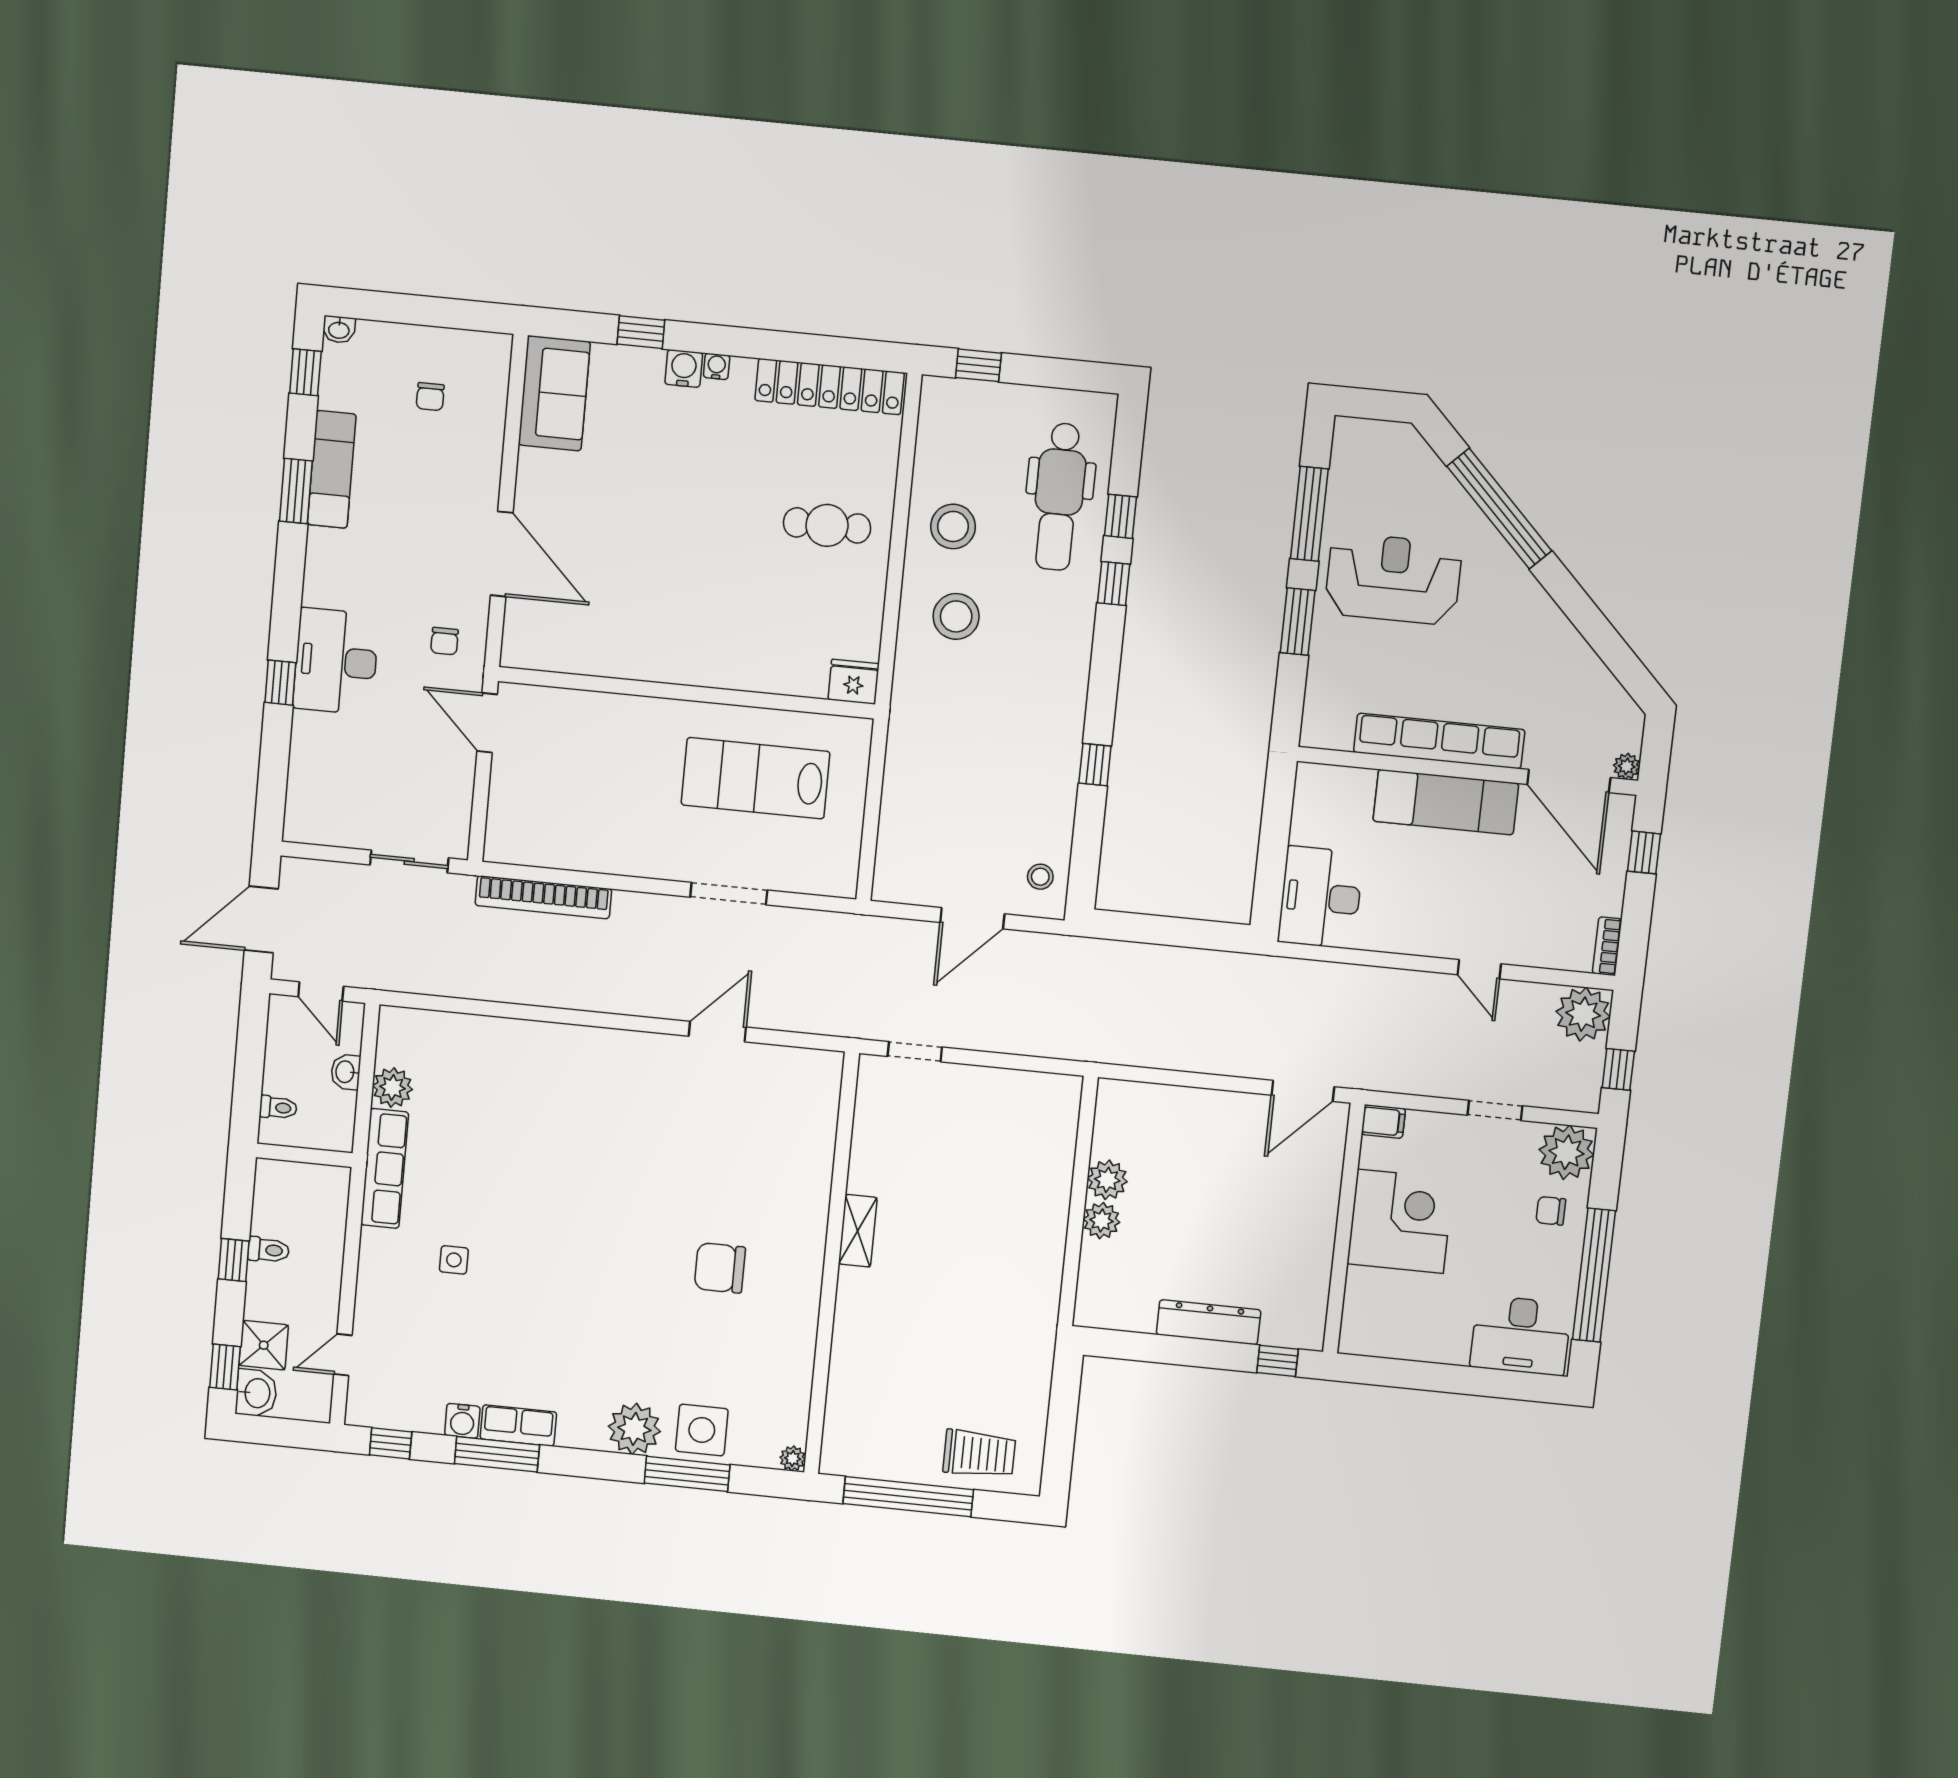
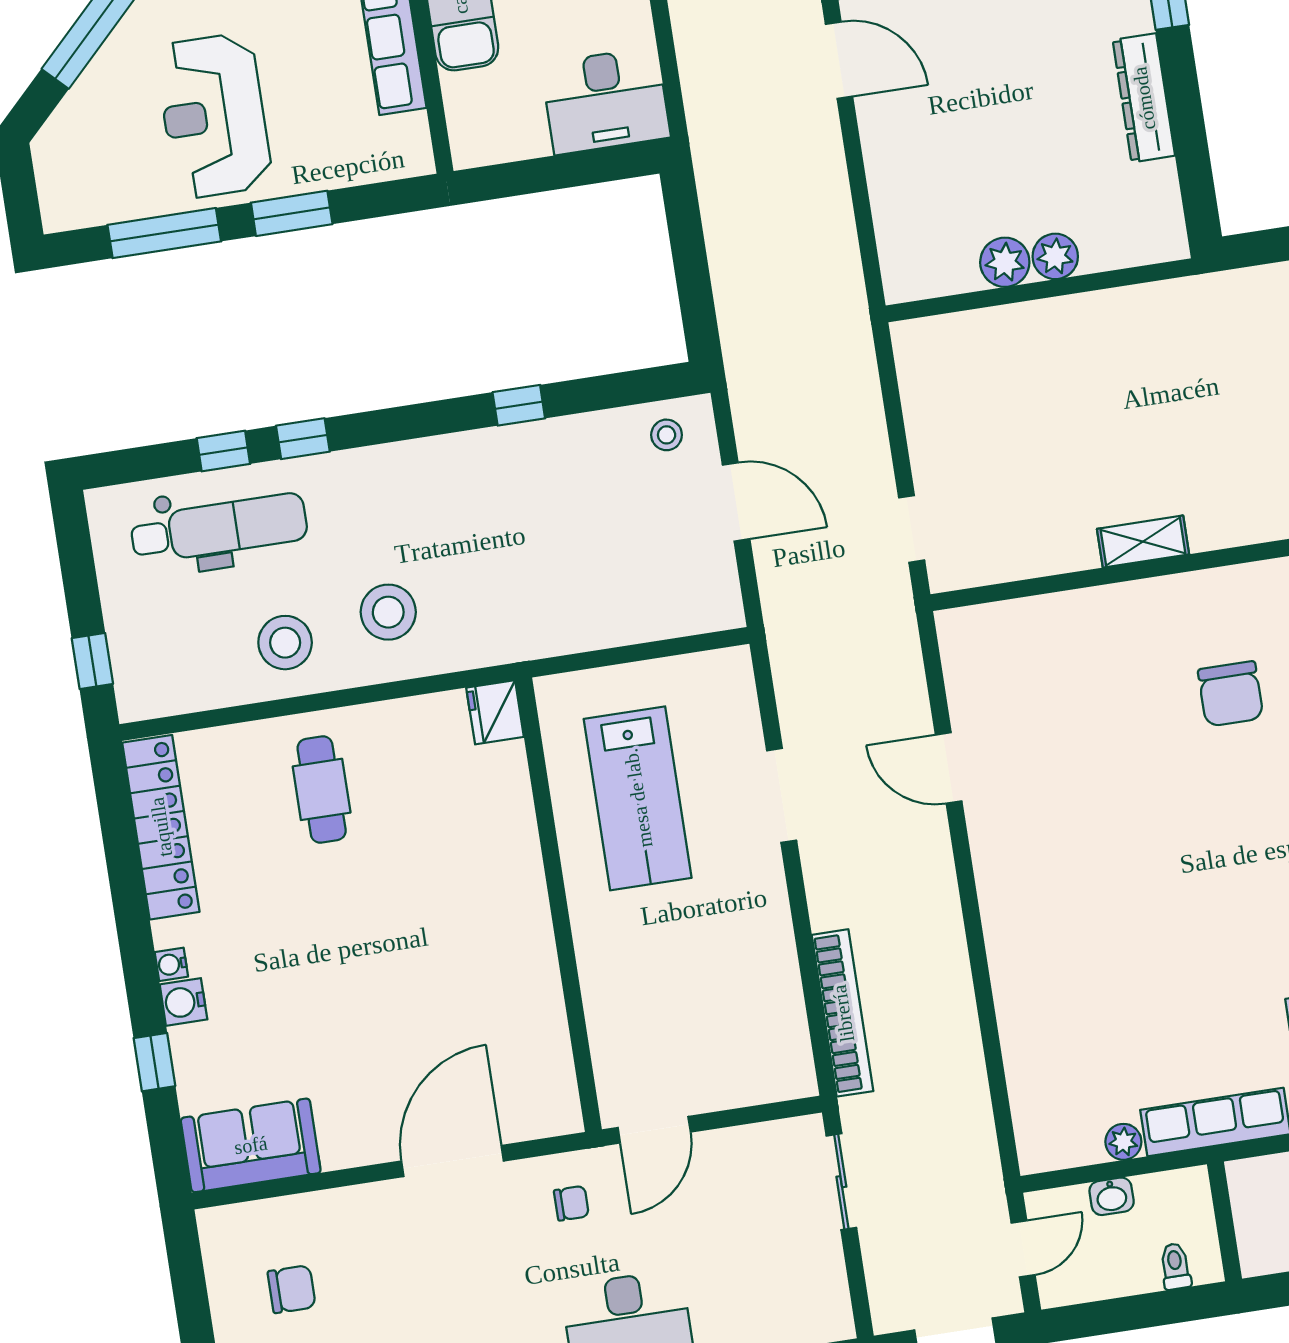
chair: (430, 397) -> (292, 1289), width x1.37, depth x1.37
plant: (393, 1087) -> (1123, 1142), width x0.73, depth x0.73

